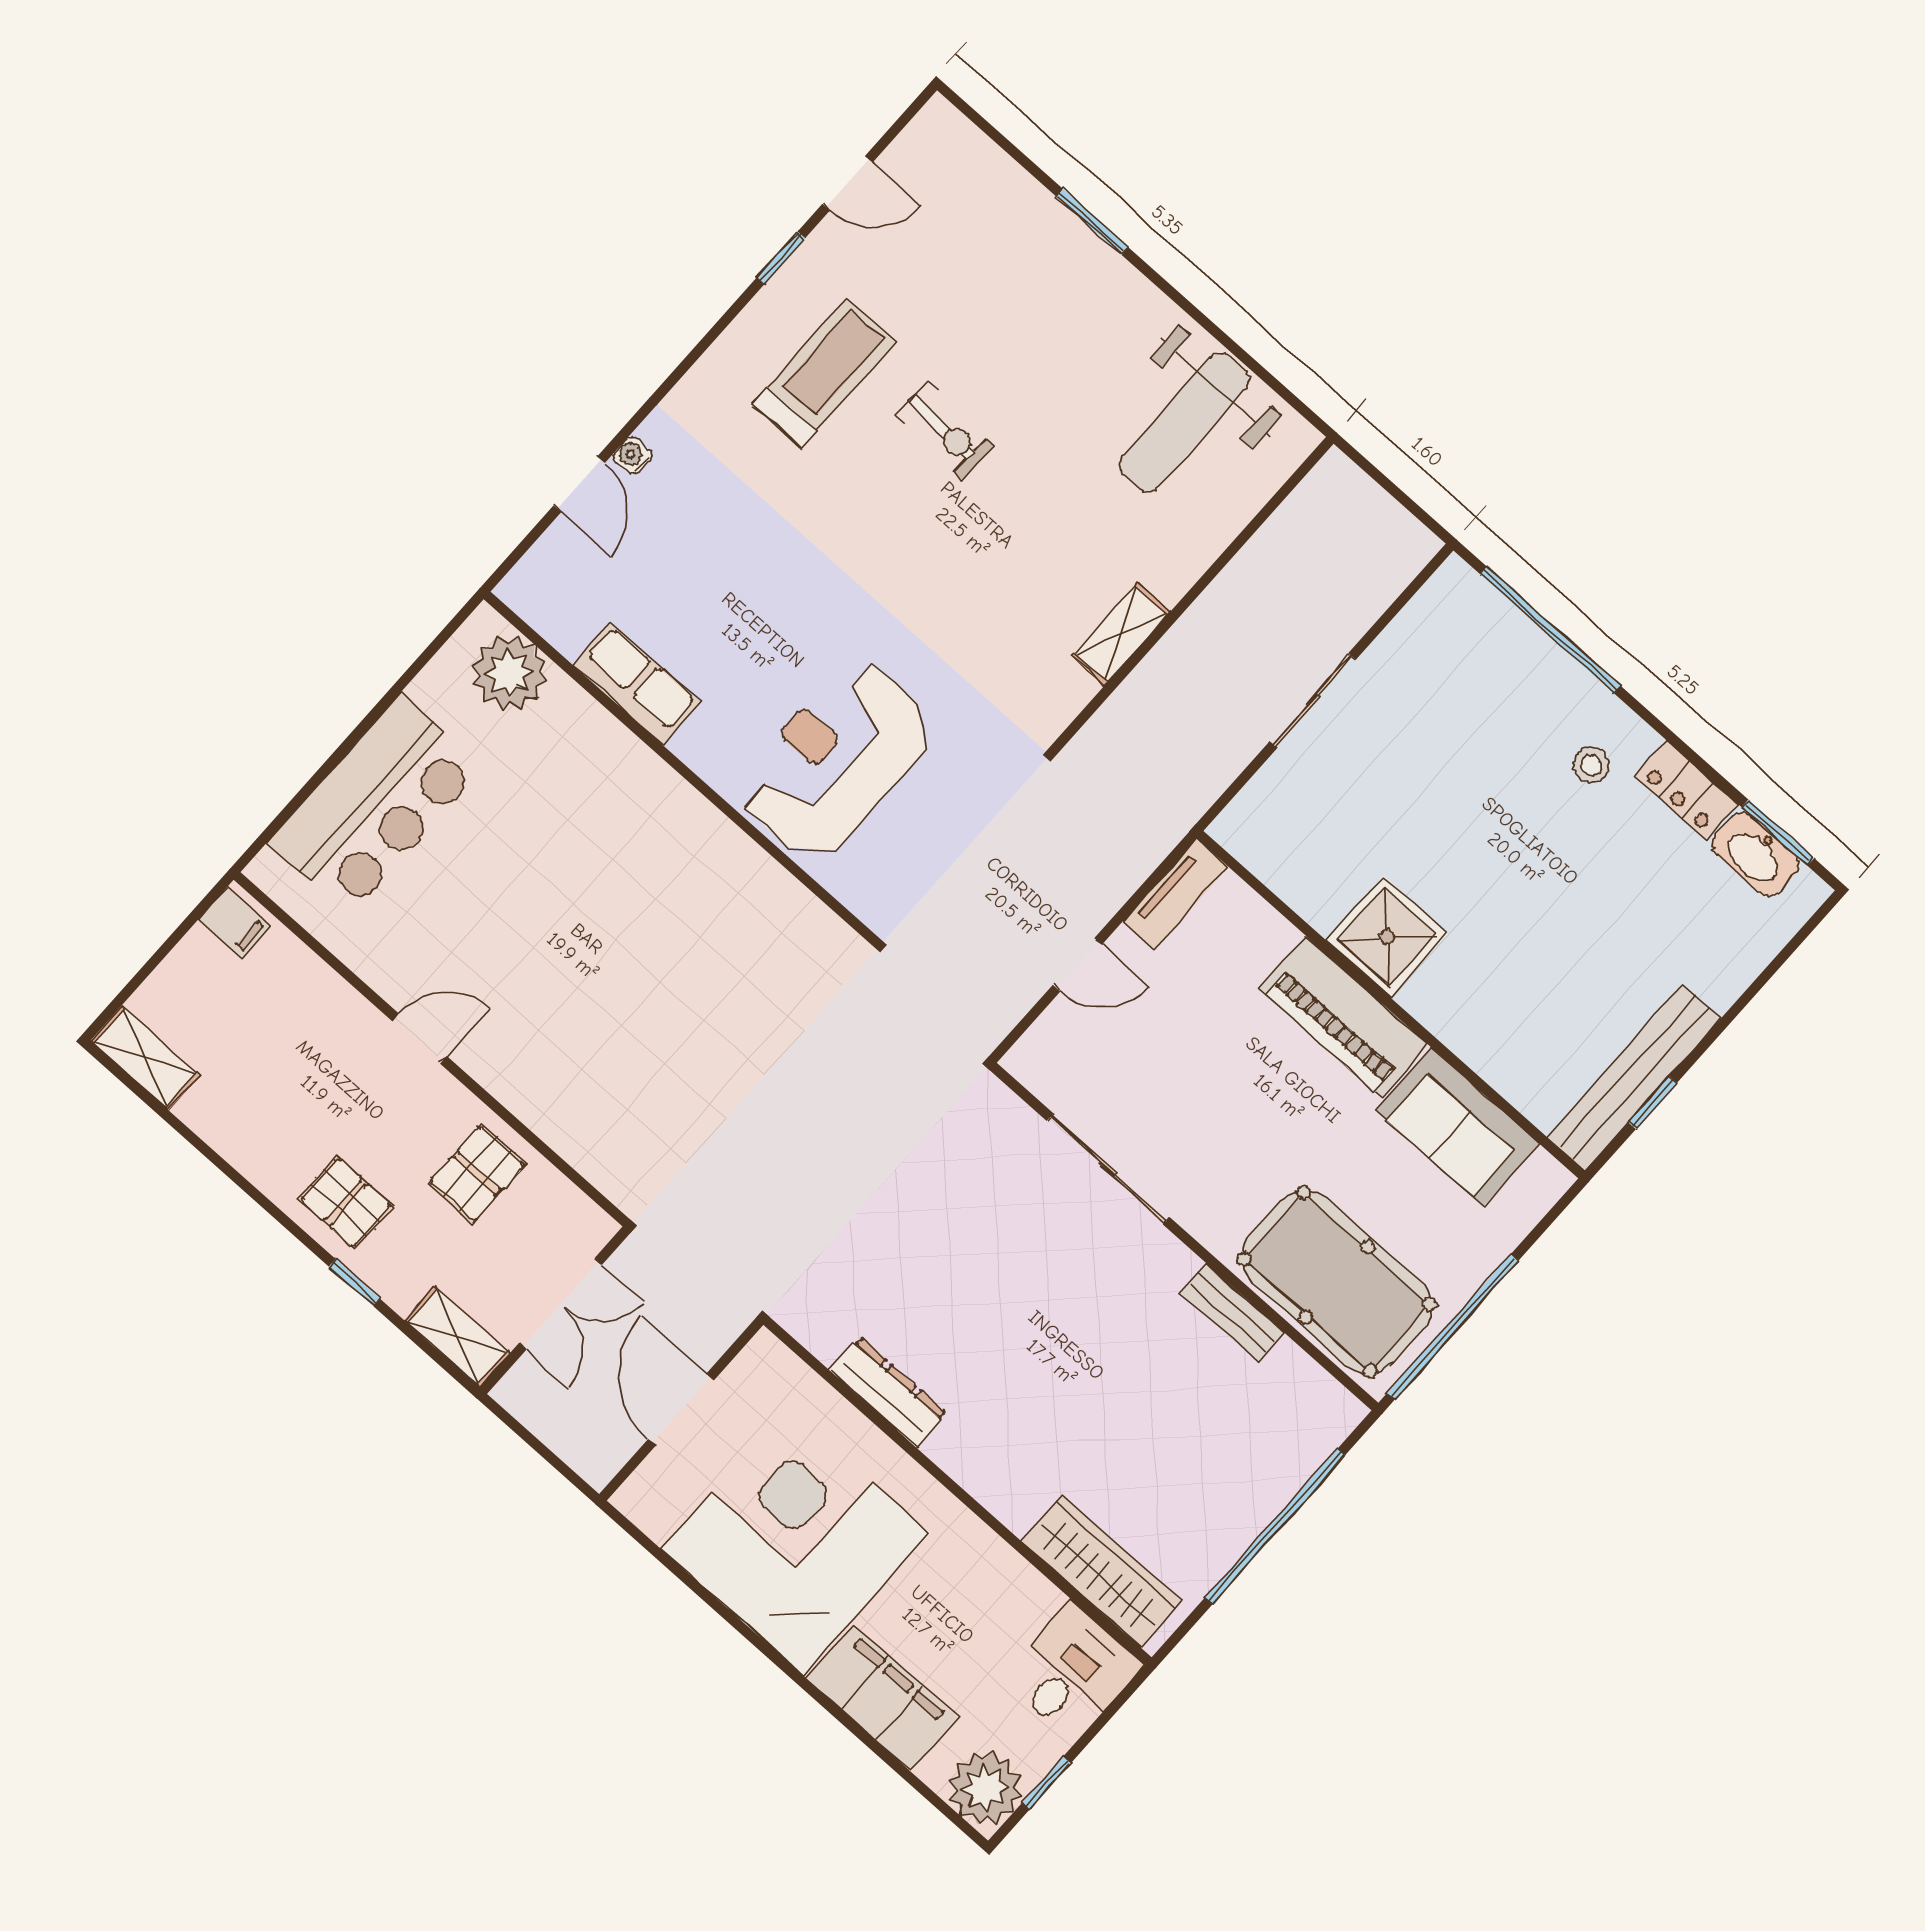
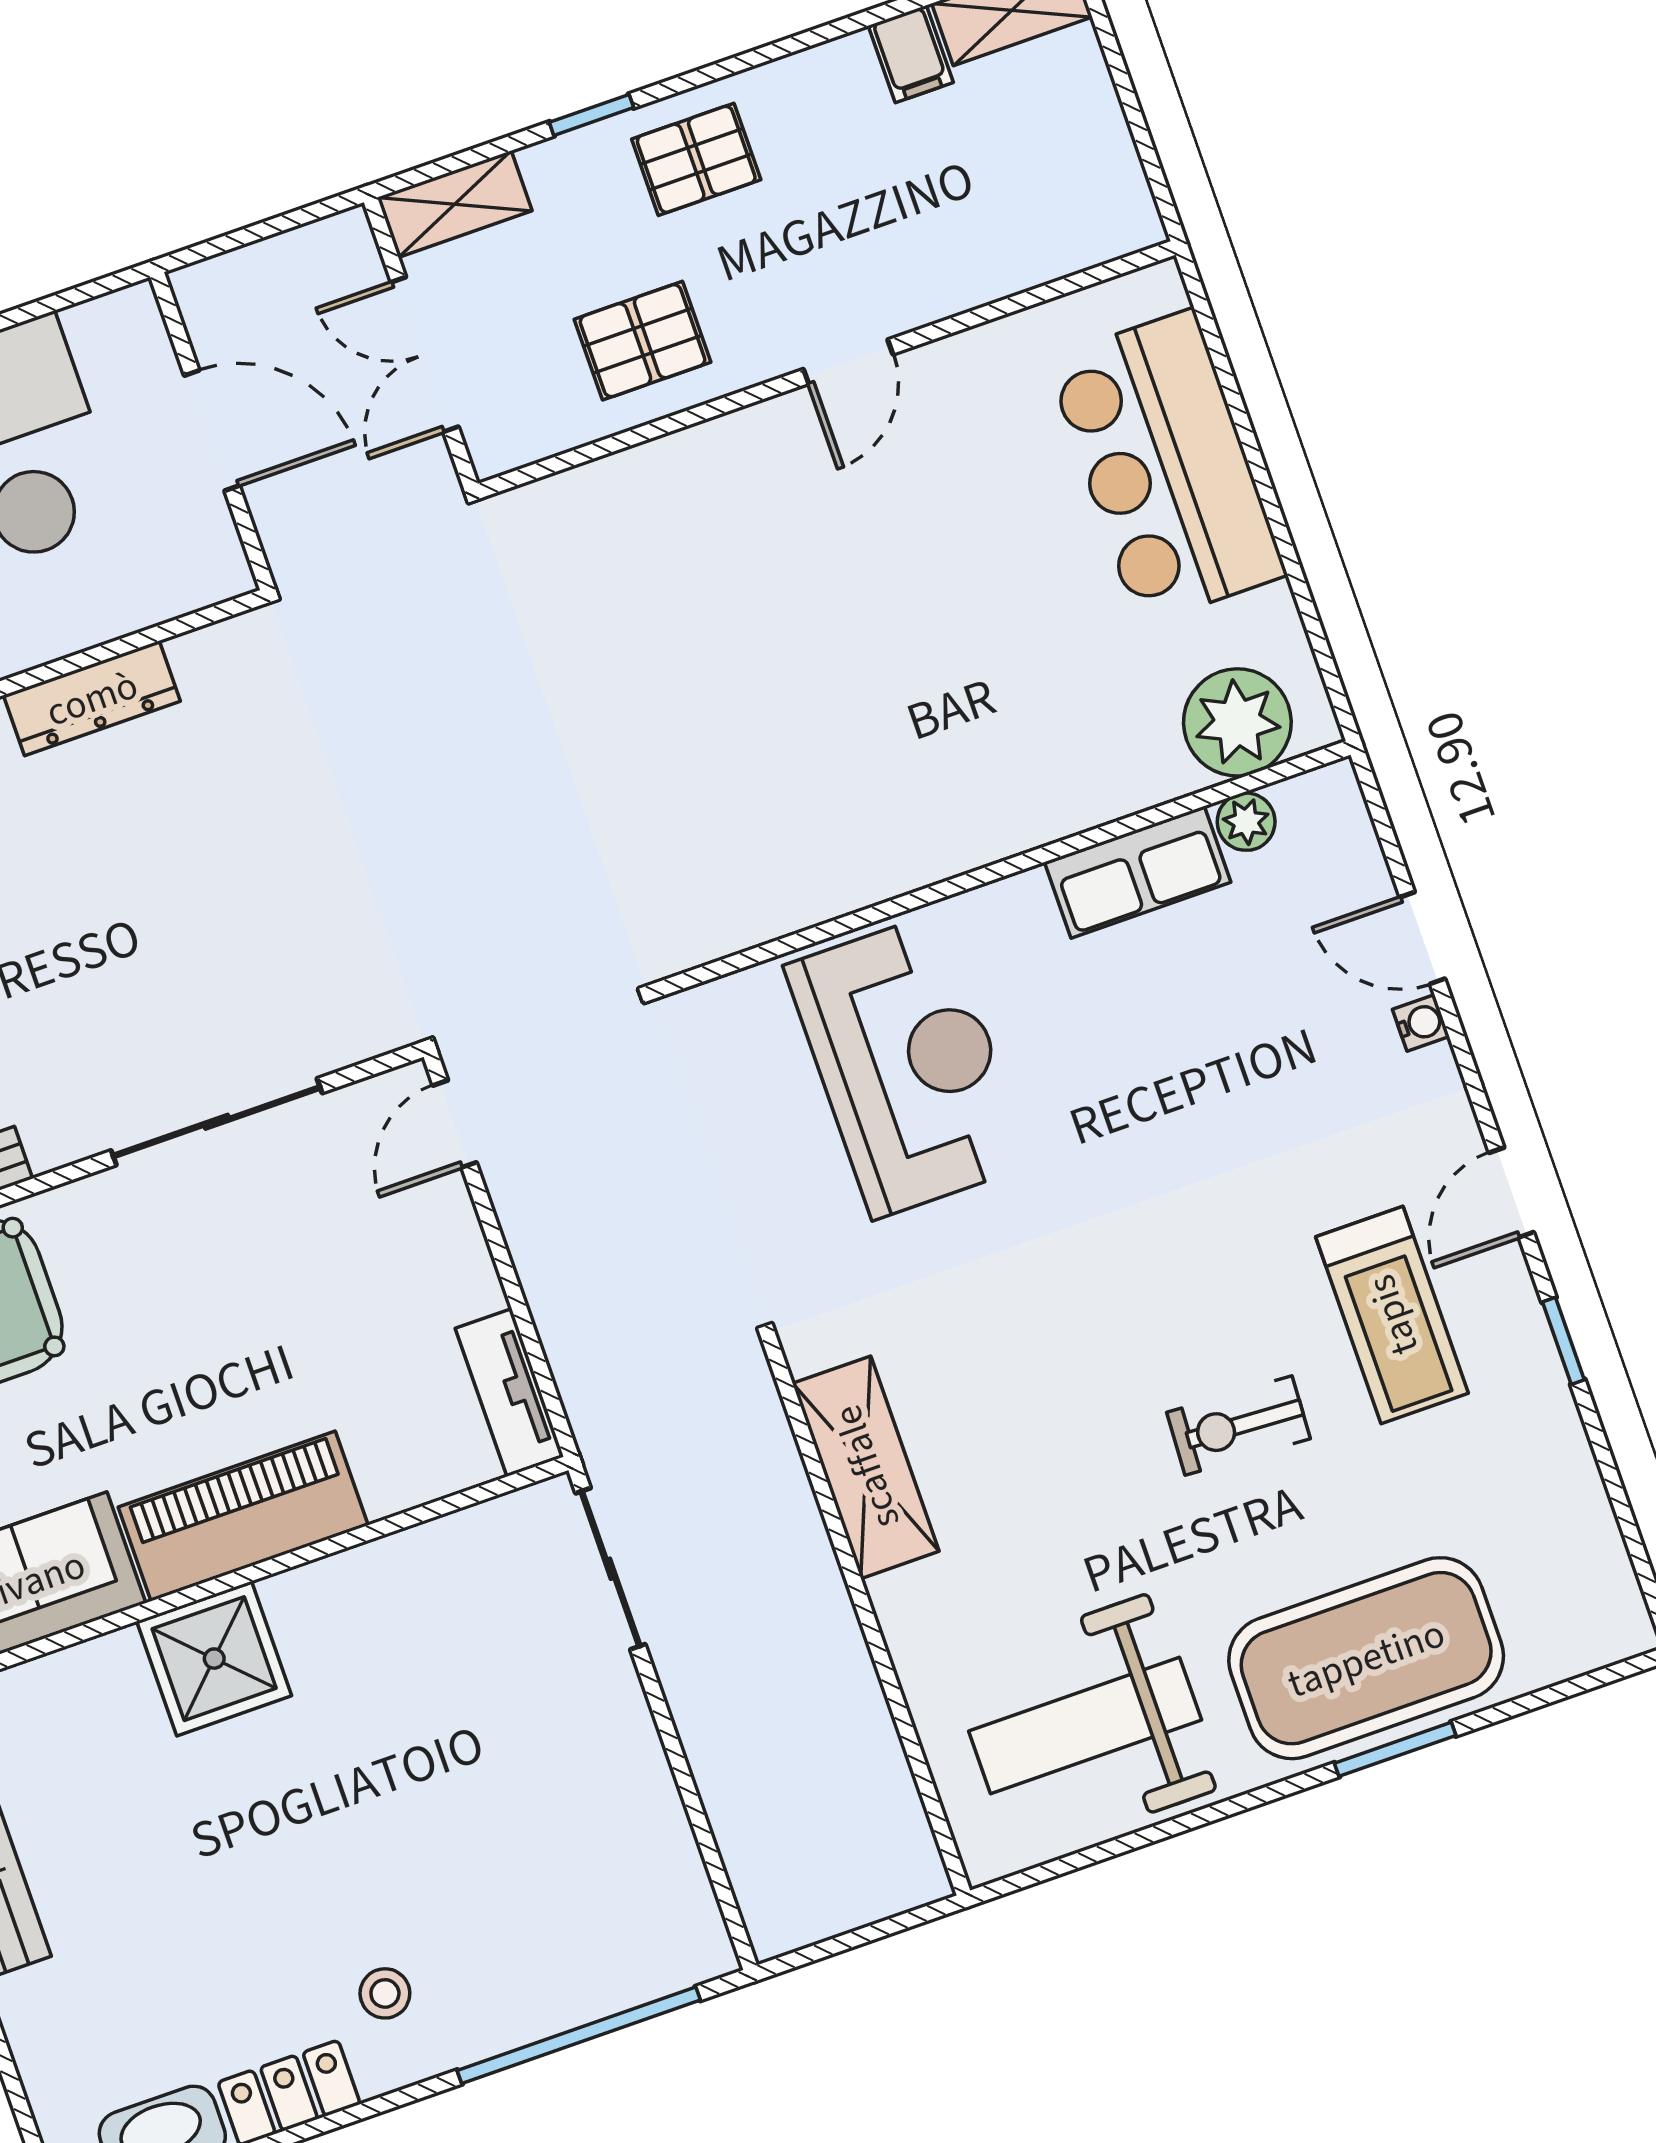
door: (848, 183) -> (1511, 1192), moved
exercise mat: (1046, 271) -> (1366, 1658), added
weight bench: (1184, 422) -> (1085, 1726), turned -90
plant: (568, 633) -> (1246, 822), added
shelving: (1121, 634) -> (866, 1467), width x1.50, depth x1.33
sliding door: (1313, 701) -> (610, 1569), moved
filing cabinet: (235, 922) -> (911, 54), moved, turned -90
shower: (1387, 937) -> (214, 1659), moved
door: (1077, 965) -> (455, 1124), moved
pallet: (477, 1173) -> (643, 341), turned 90

